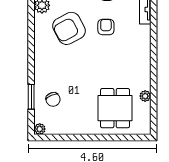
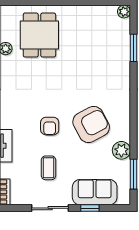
chair: (53, 99) -> (109, 45), removed

